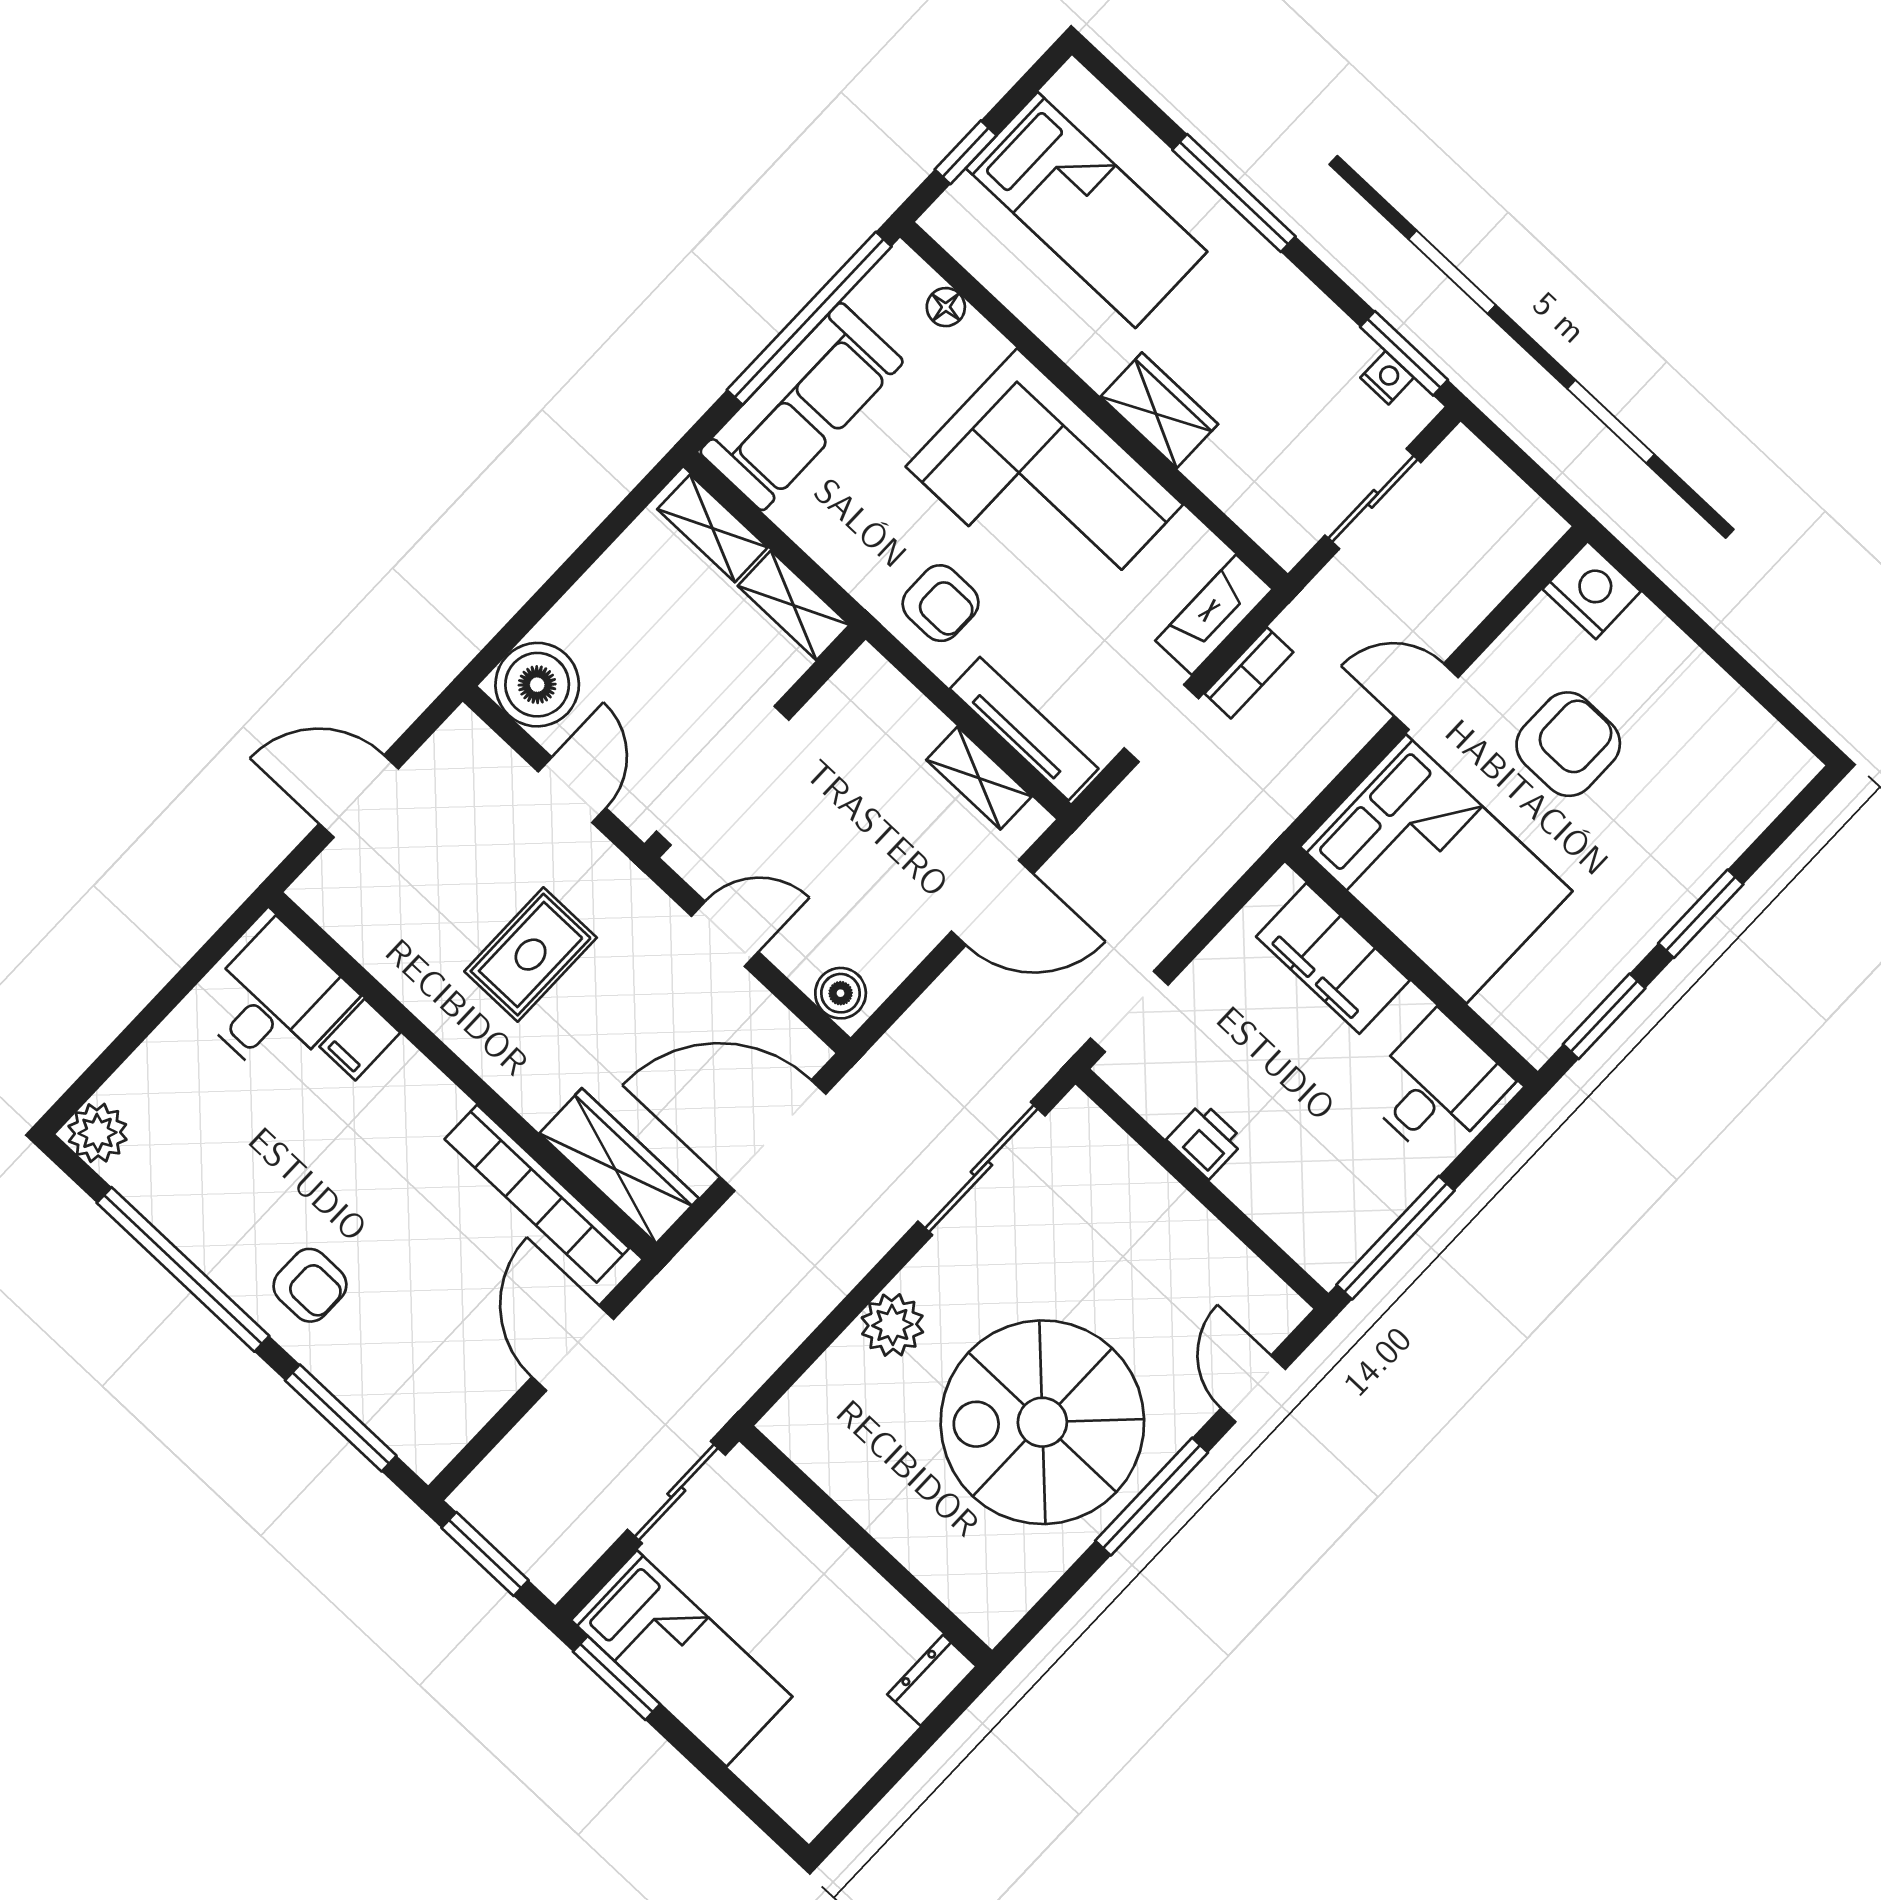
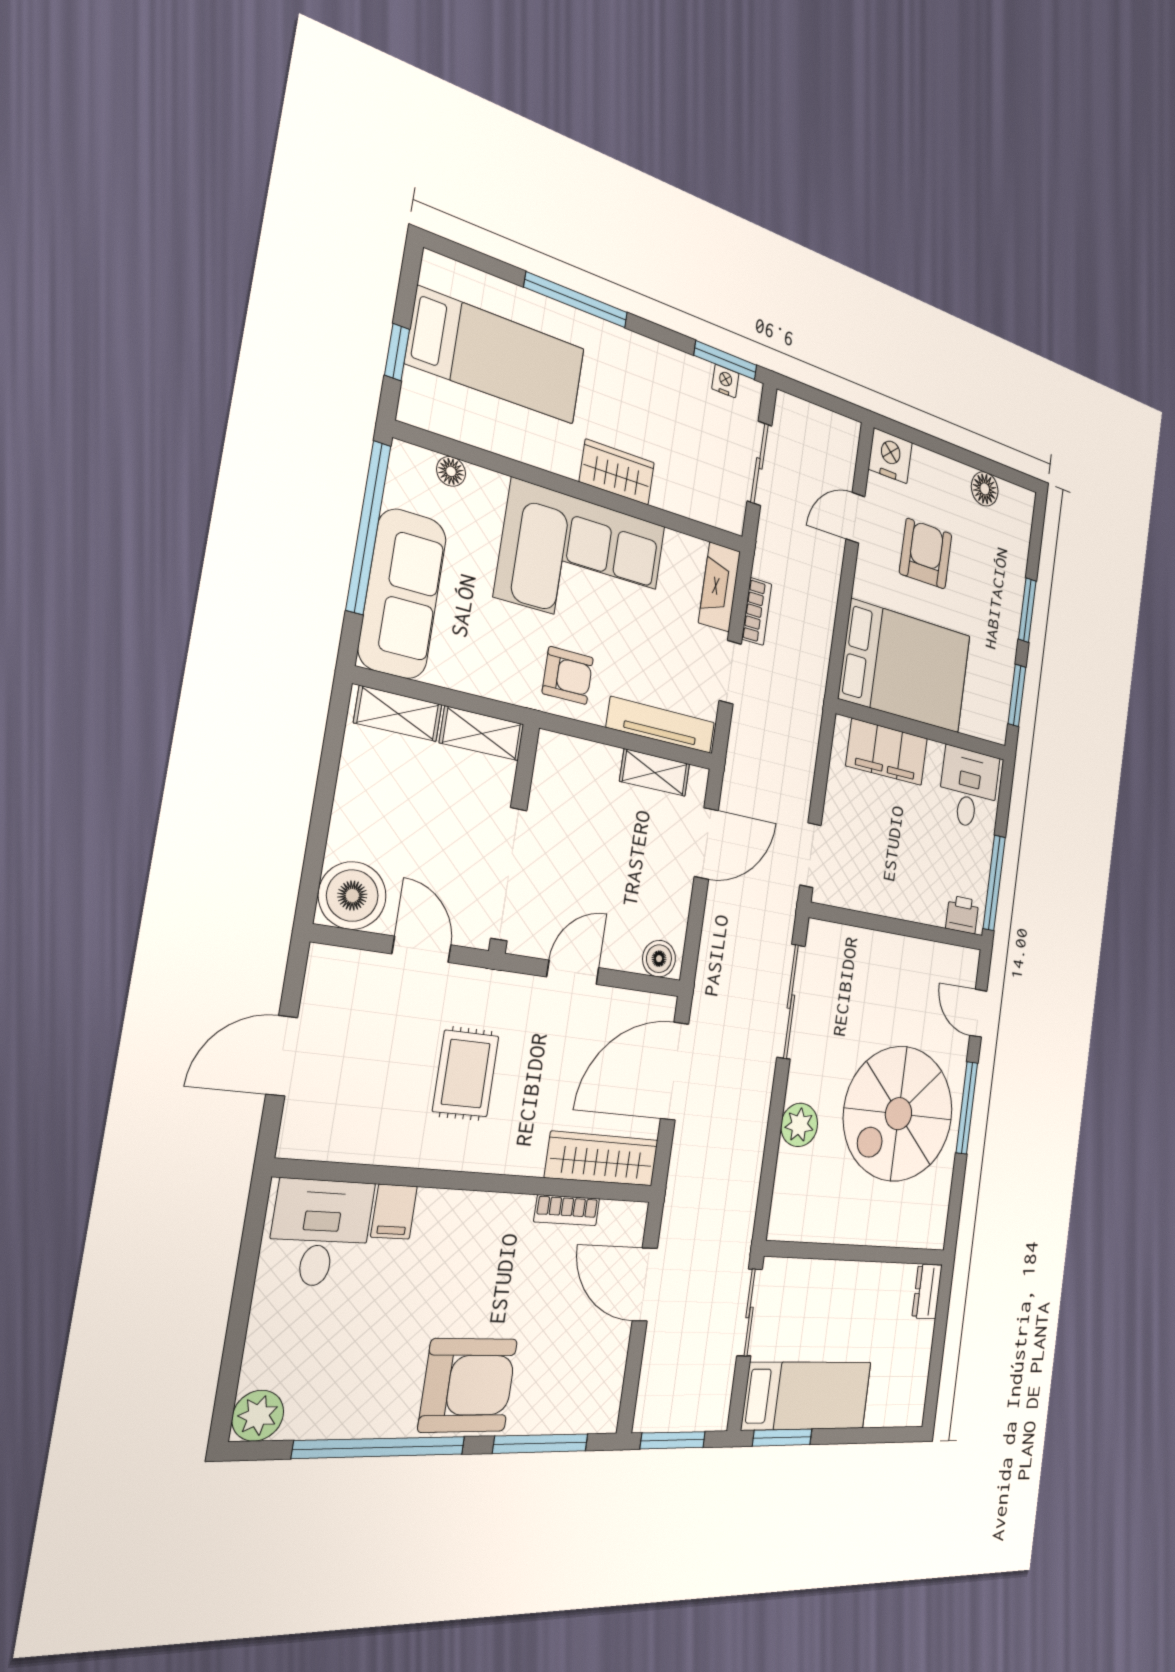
door: (1426, 697) -> (855, 518), moved
floor lamp: (1731, 713) -> (985, 489), added
printer: (1205, 1140) -> (962, 915), moved
bookcase: (537, 1194) -> (567, 1210), width x0.43, depth x0.76
armchair: (310, 1285) -> (468, 1385), width x1.88, depth x1.88

